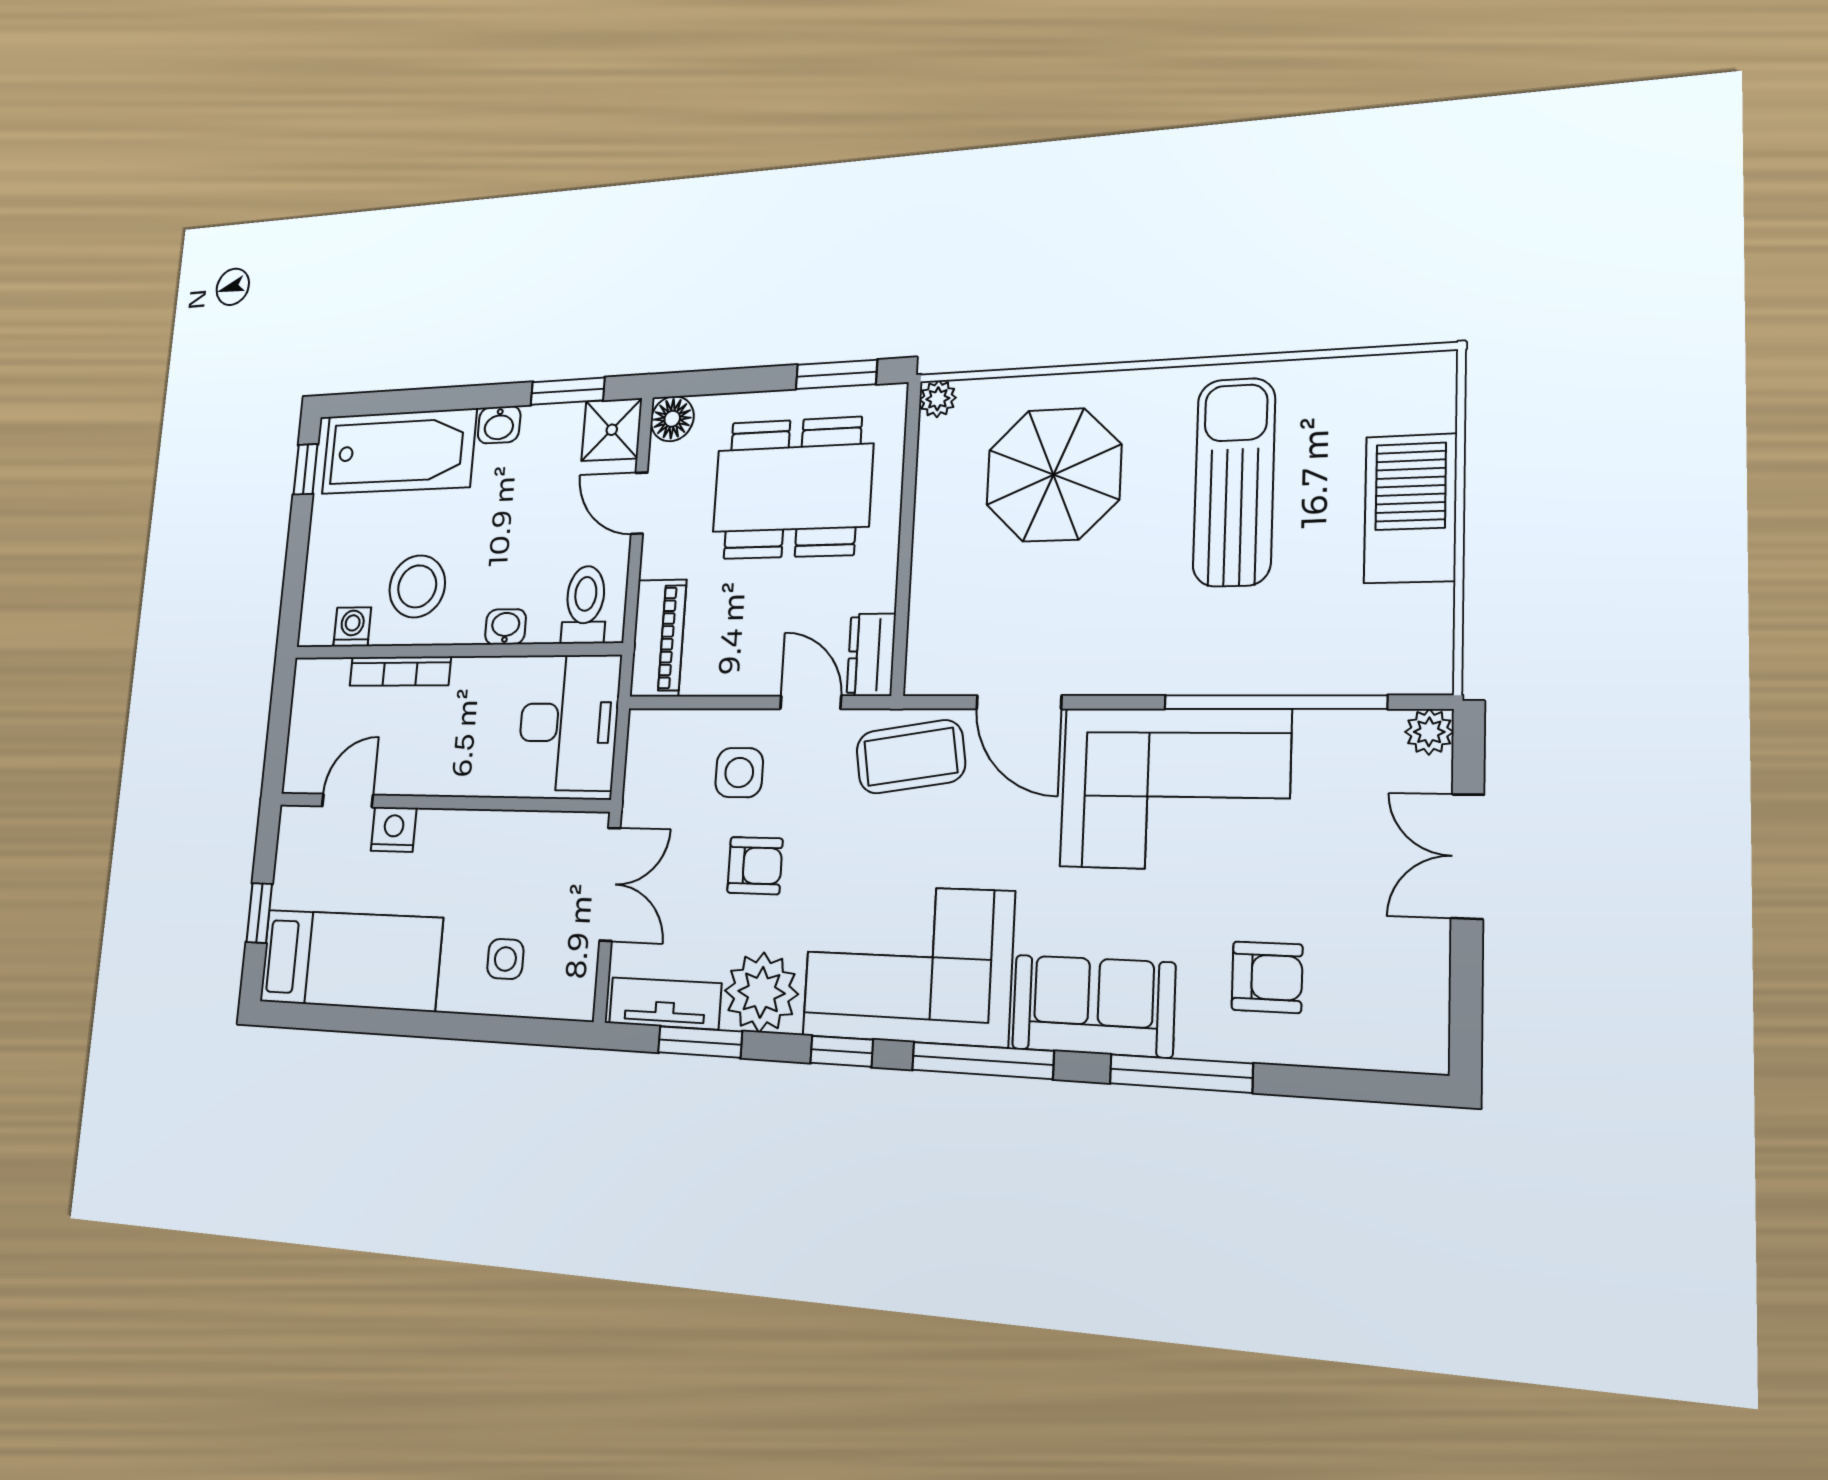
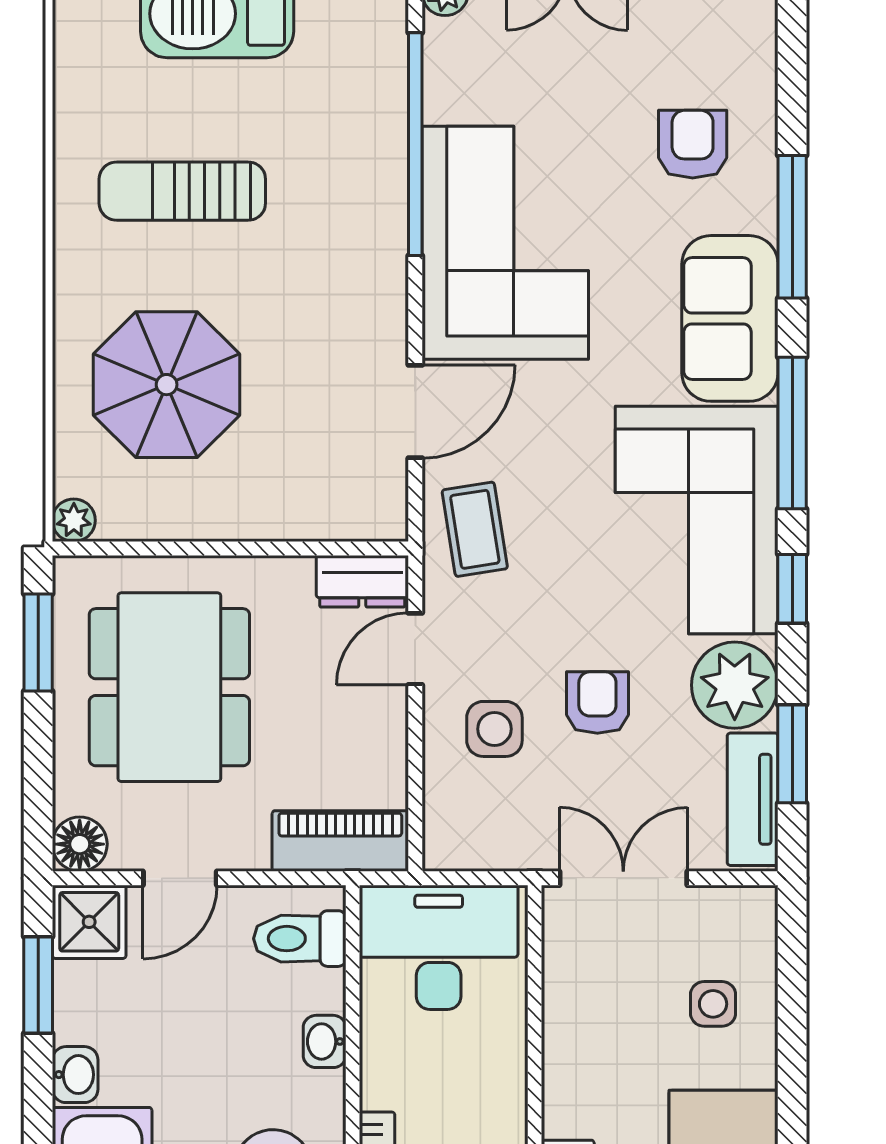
sun lounger: (1234, 482) -> (182, 191), width x0.73, depth x0.75
coffee table: (911, 757) -> (475, 529), width x0.73, depth x0.77

